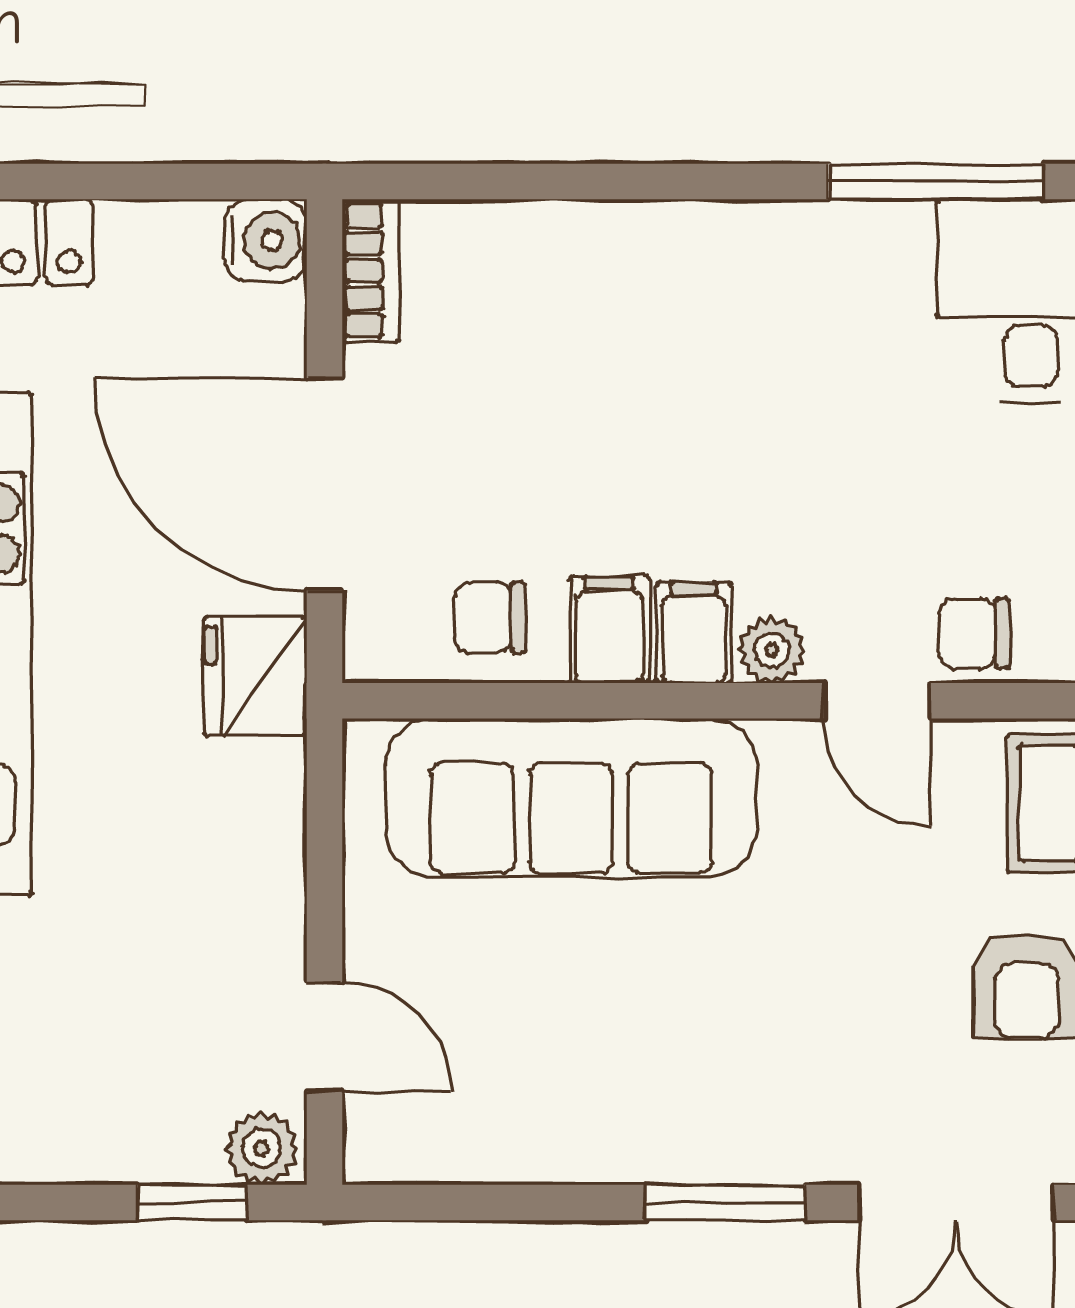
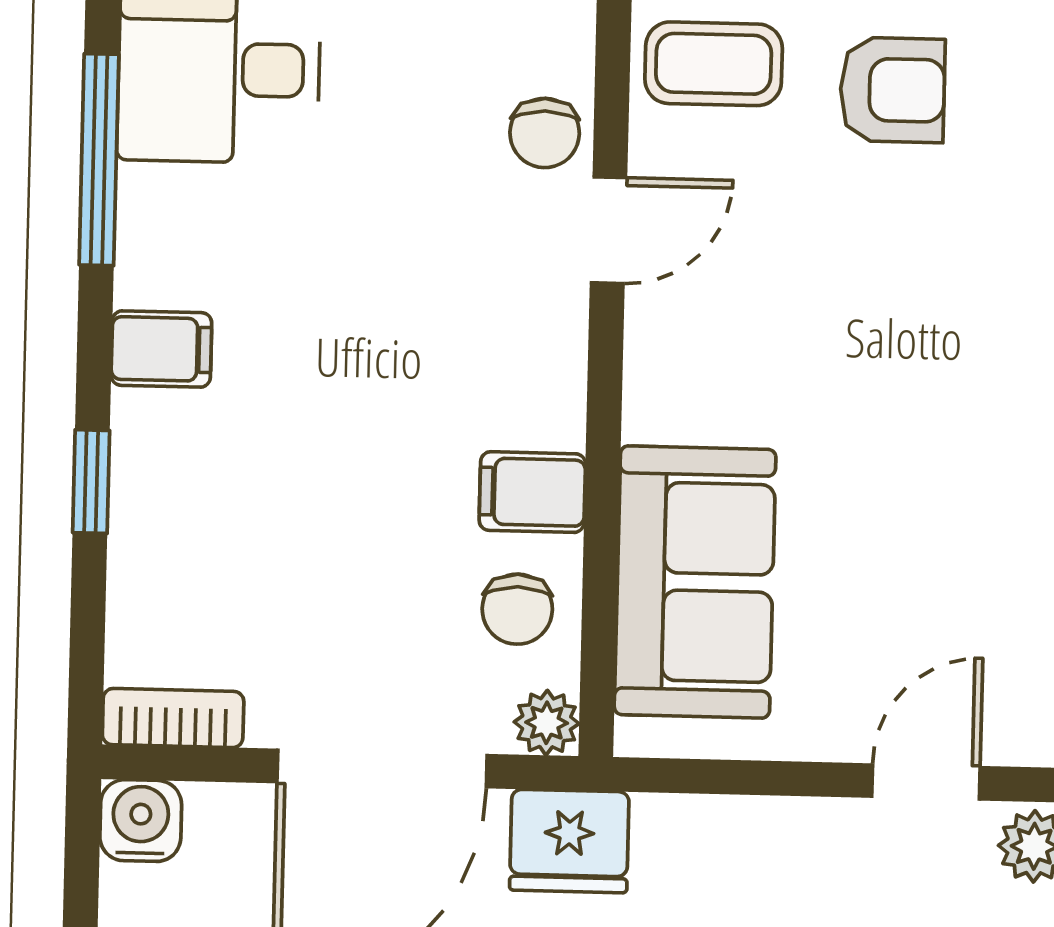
window: (609, 182) -> (91, 482), added
filing cabinet: (694, 633) -> (161, 349), moved, turned 180
plant: (772, 650) -> (547, 723), moved
sofa: (571, 797) -> (695, 582), width x0.73

